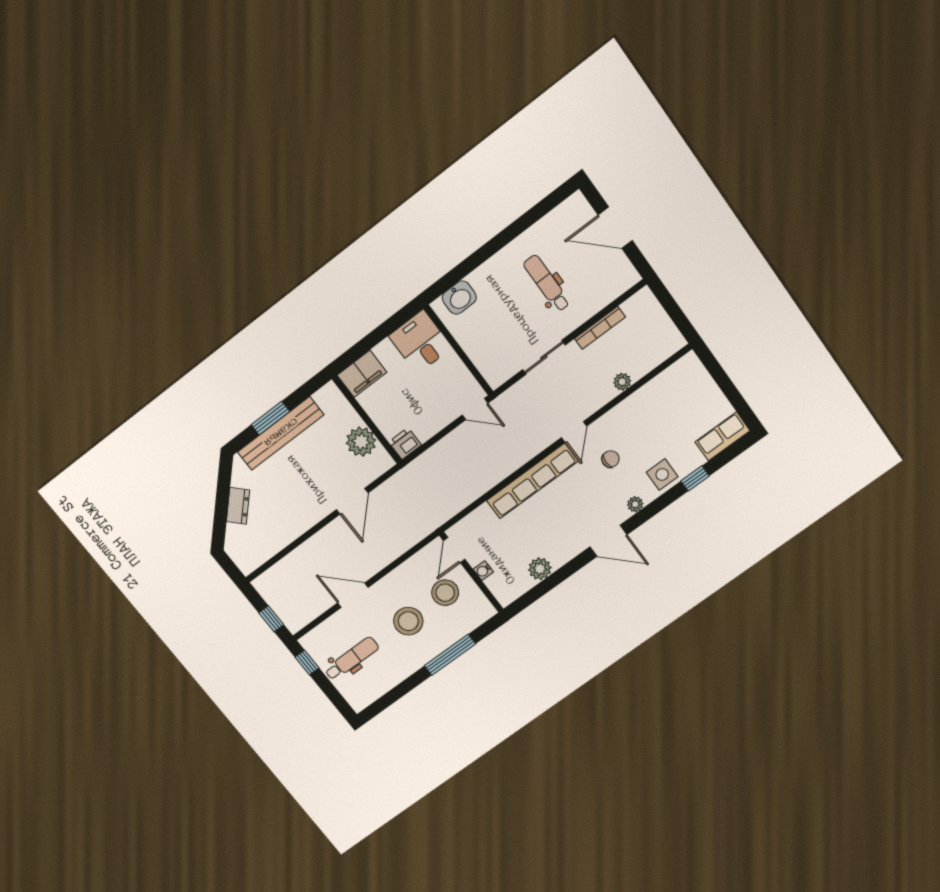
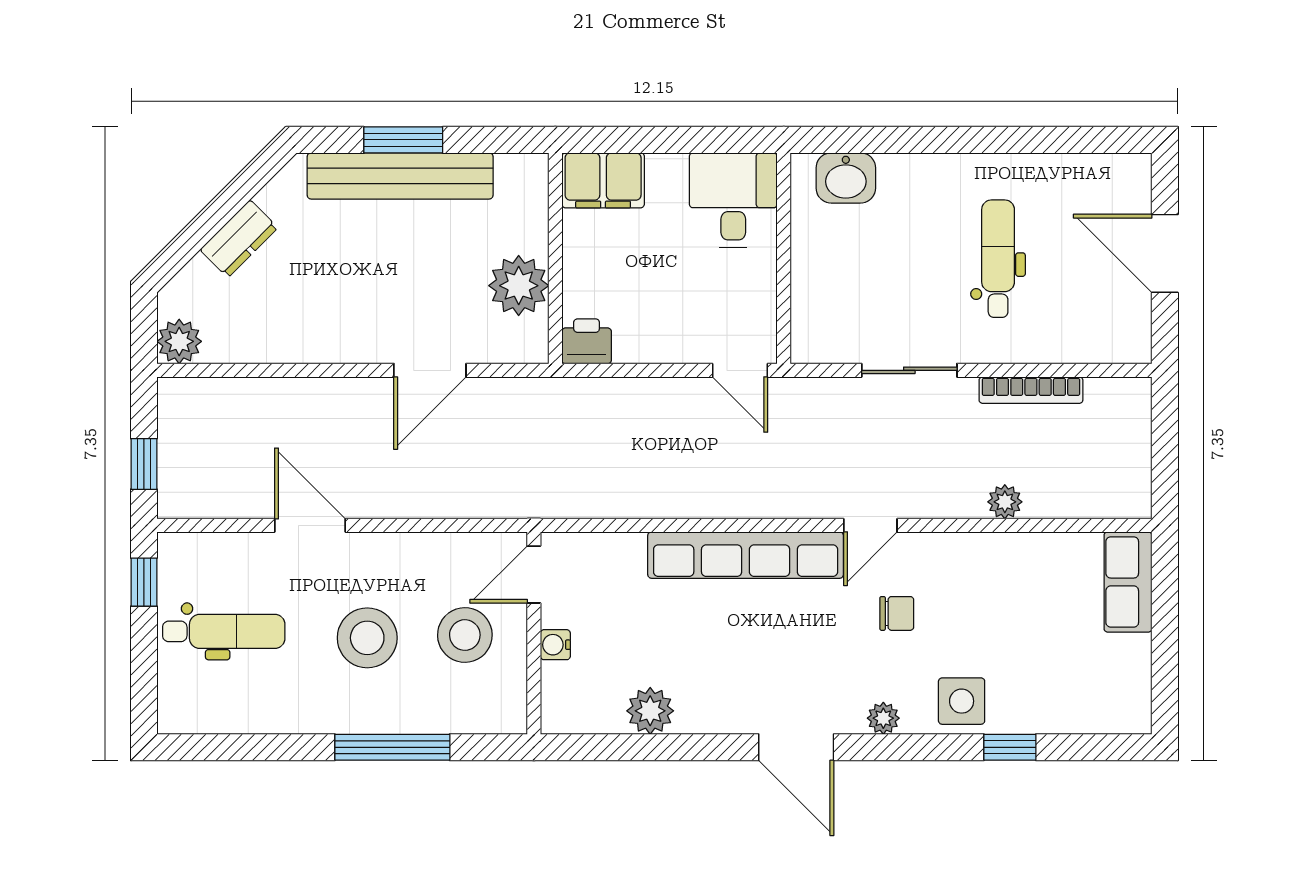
row of seats: (723, 436) -> (1128, 582), moved, turned -90
plant: (247, 563) -> (179, 341), added

